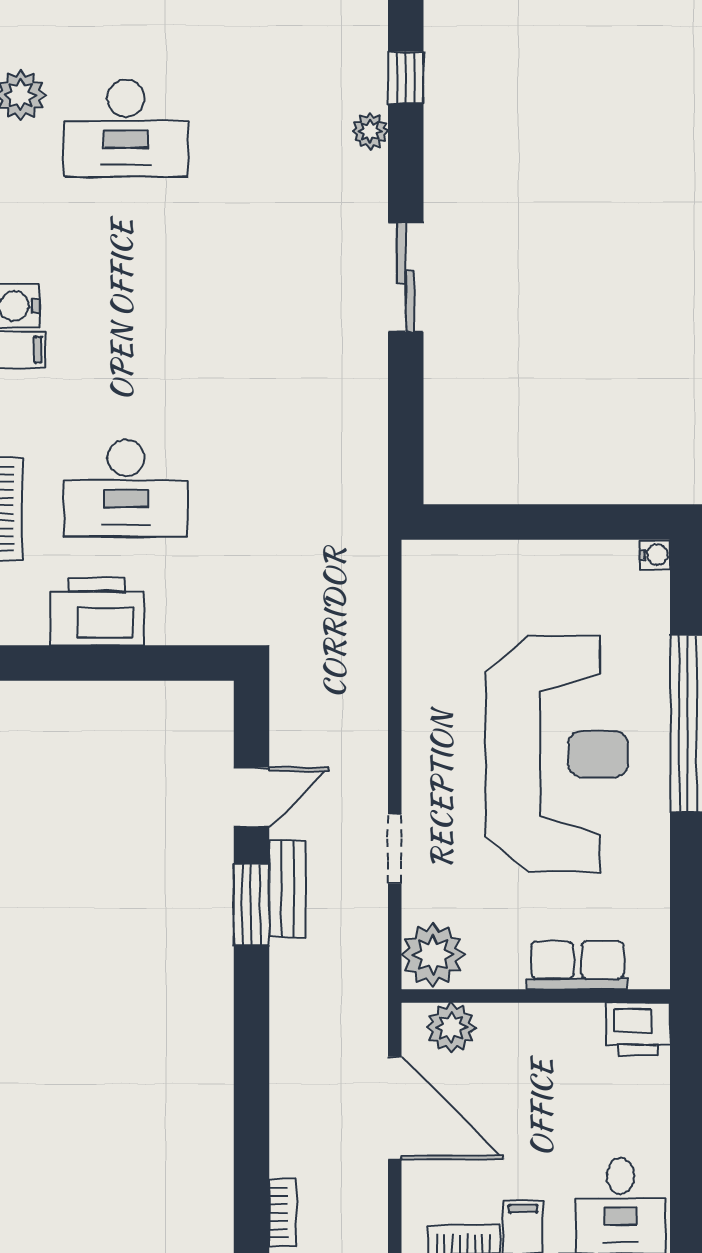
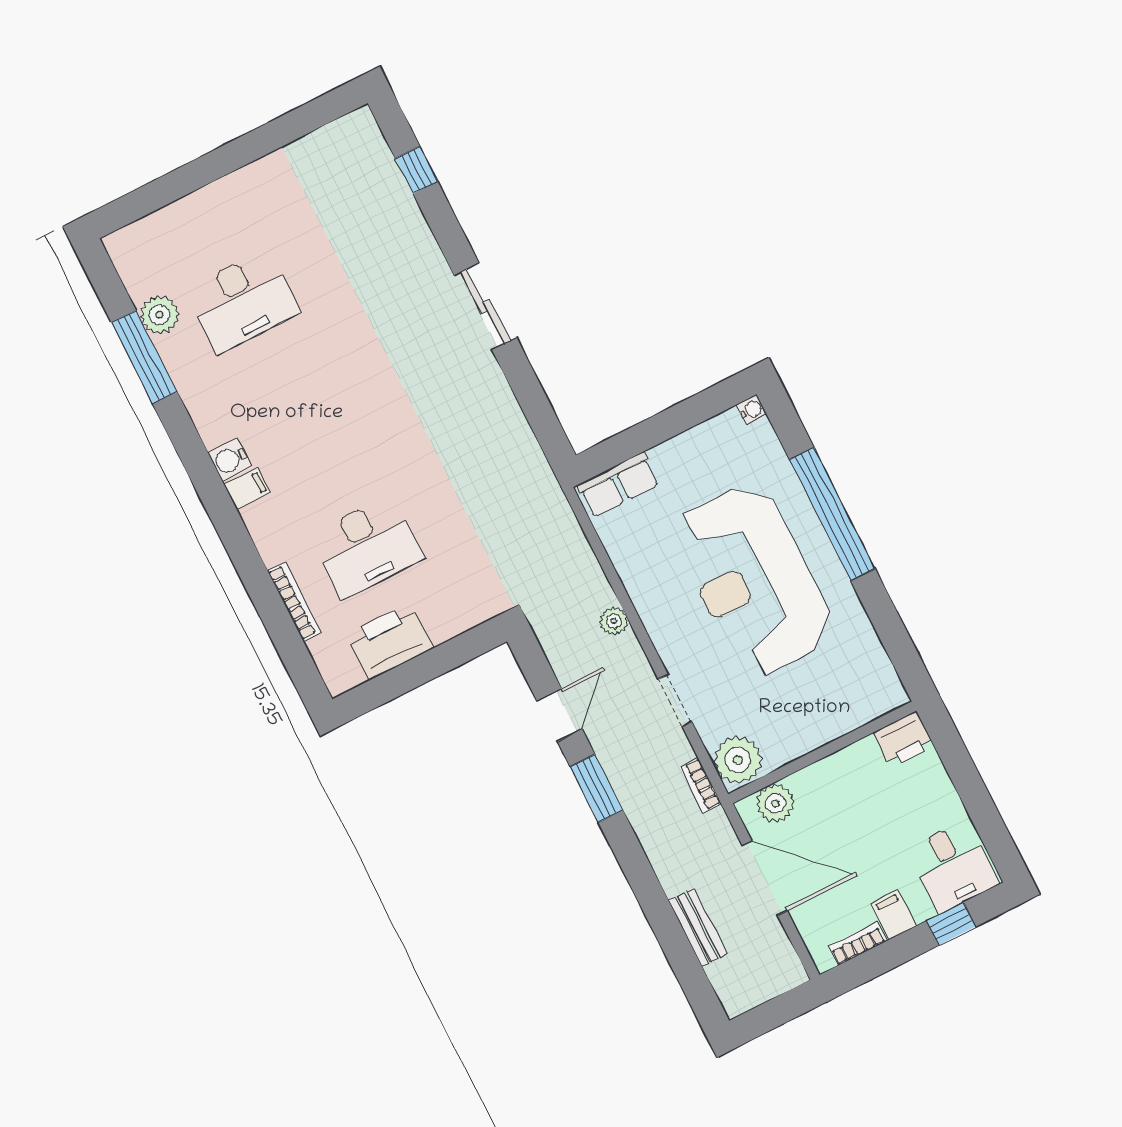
plant: (370, 131) -> (614, 621), moved
reception desk: (557, 754) -> (753, 580), turned 180
bench: (288, 889) -> (698, 928), moved
row of seats: (577, 965) -> (618, 485), moved, turned 180
bookcase: (283, 1213) -> (701, 785), moved, turned 180

